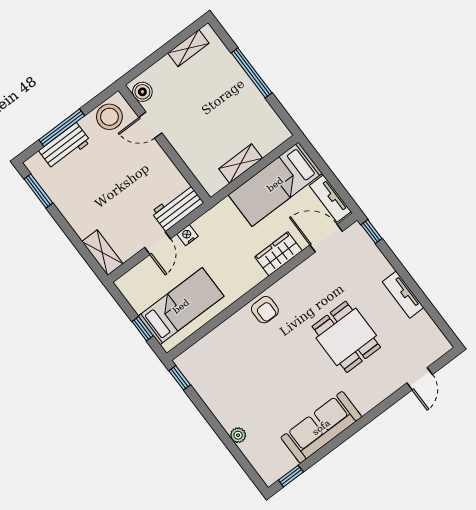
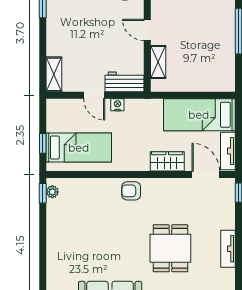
door: (150, 125) -> (147, 30), moved
shelving: (241, 163) -> (158, 62), moved, turned 90
door: (158, 243) -> (94, 95), hinge flipped
armchair: (265, 310) -> (131, 191), turned 90
plant: (238, 435) -> (52, 192), moved

